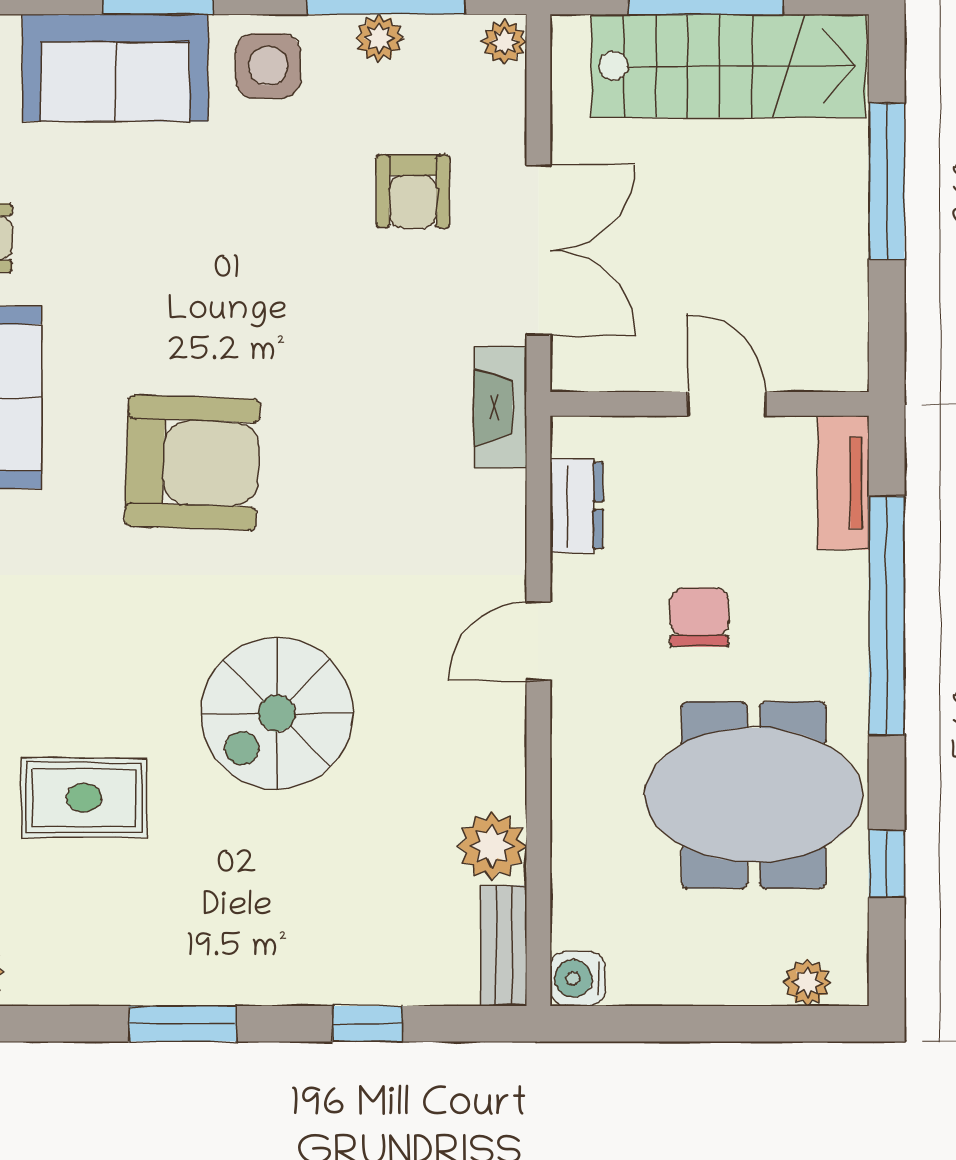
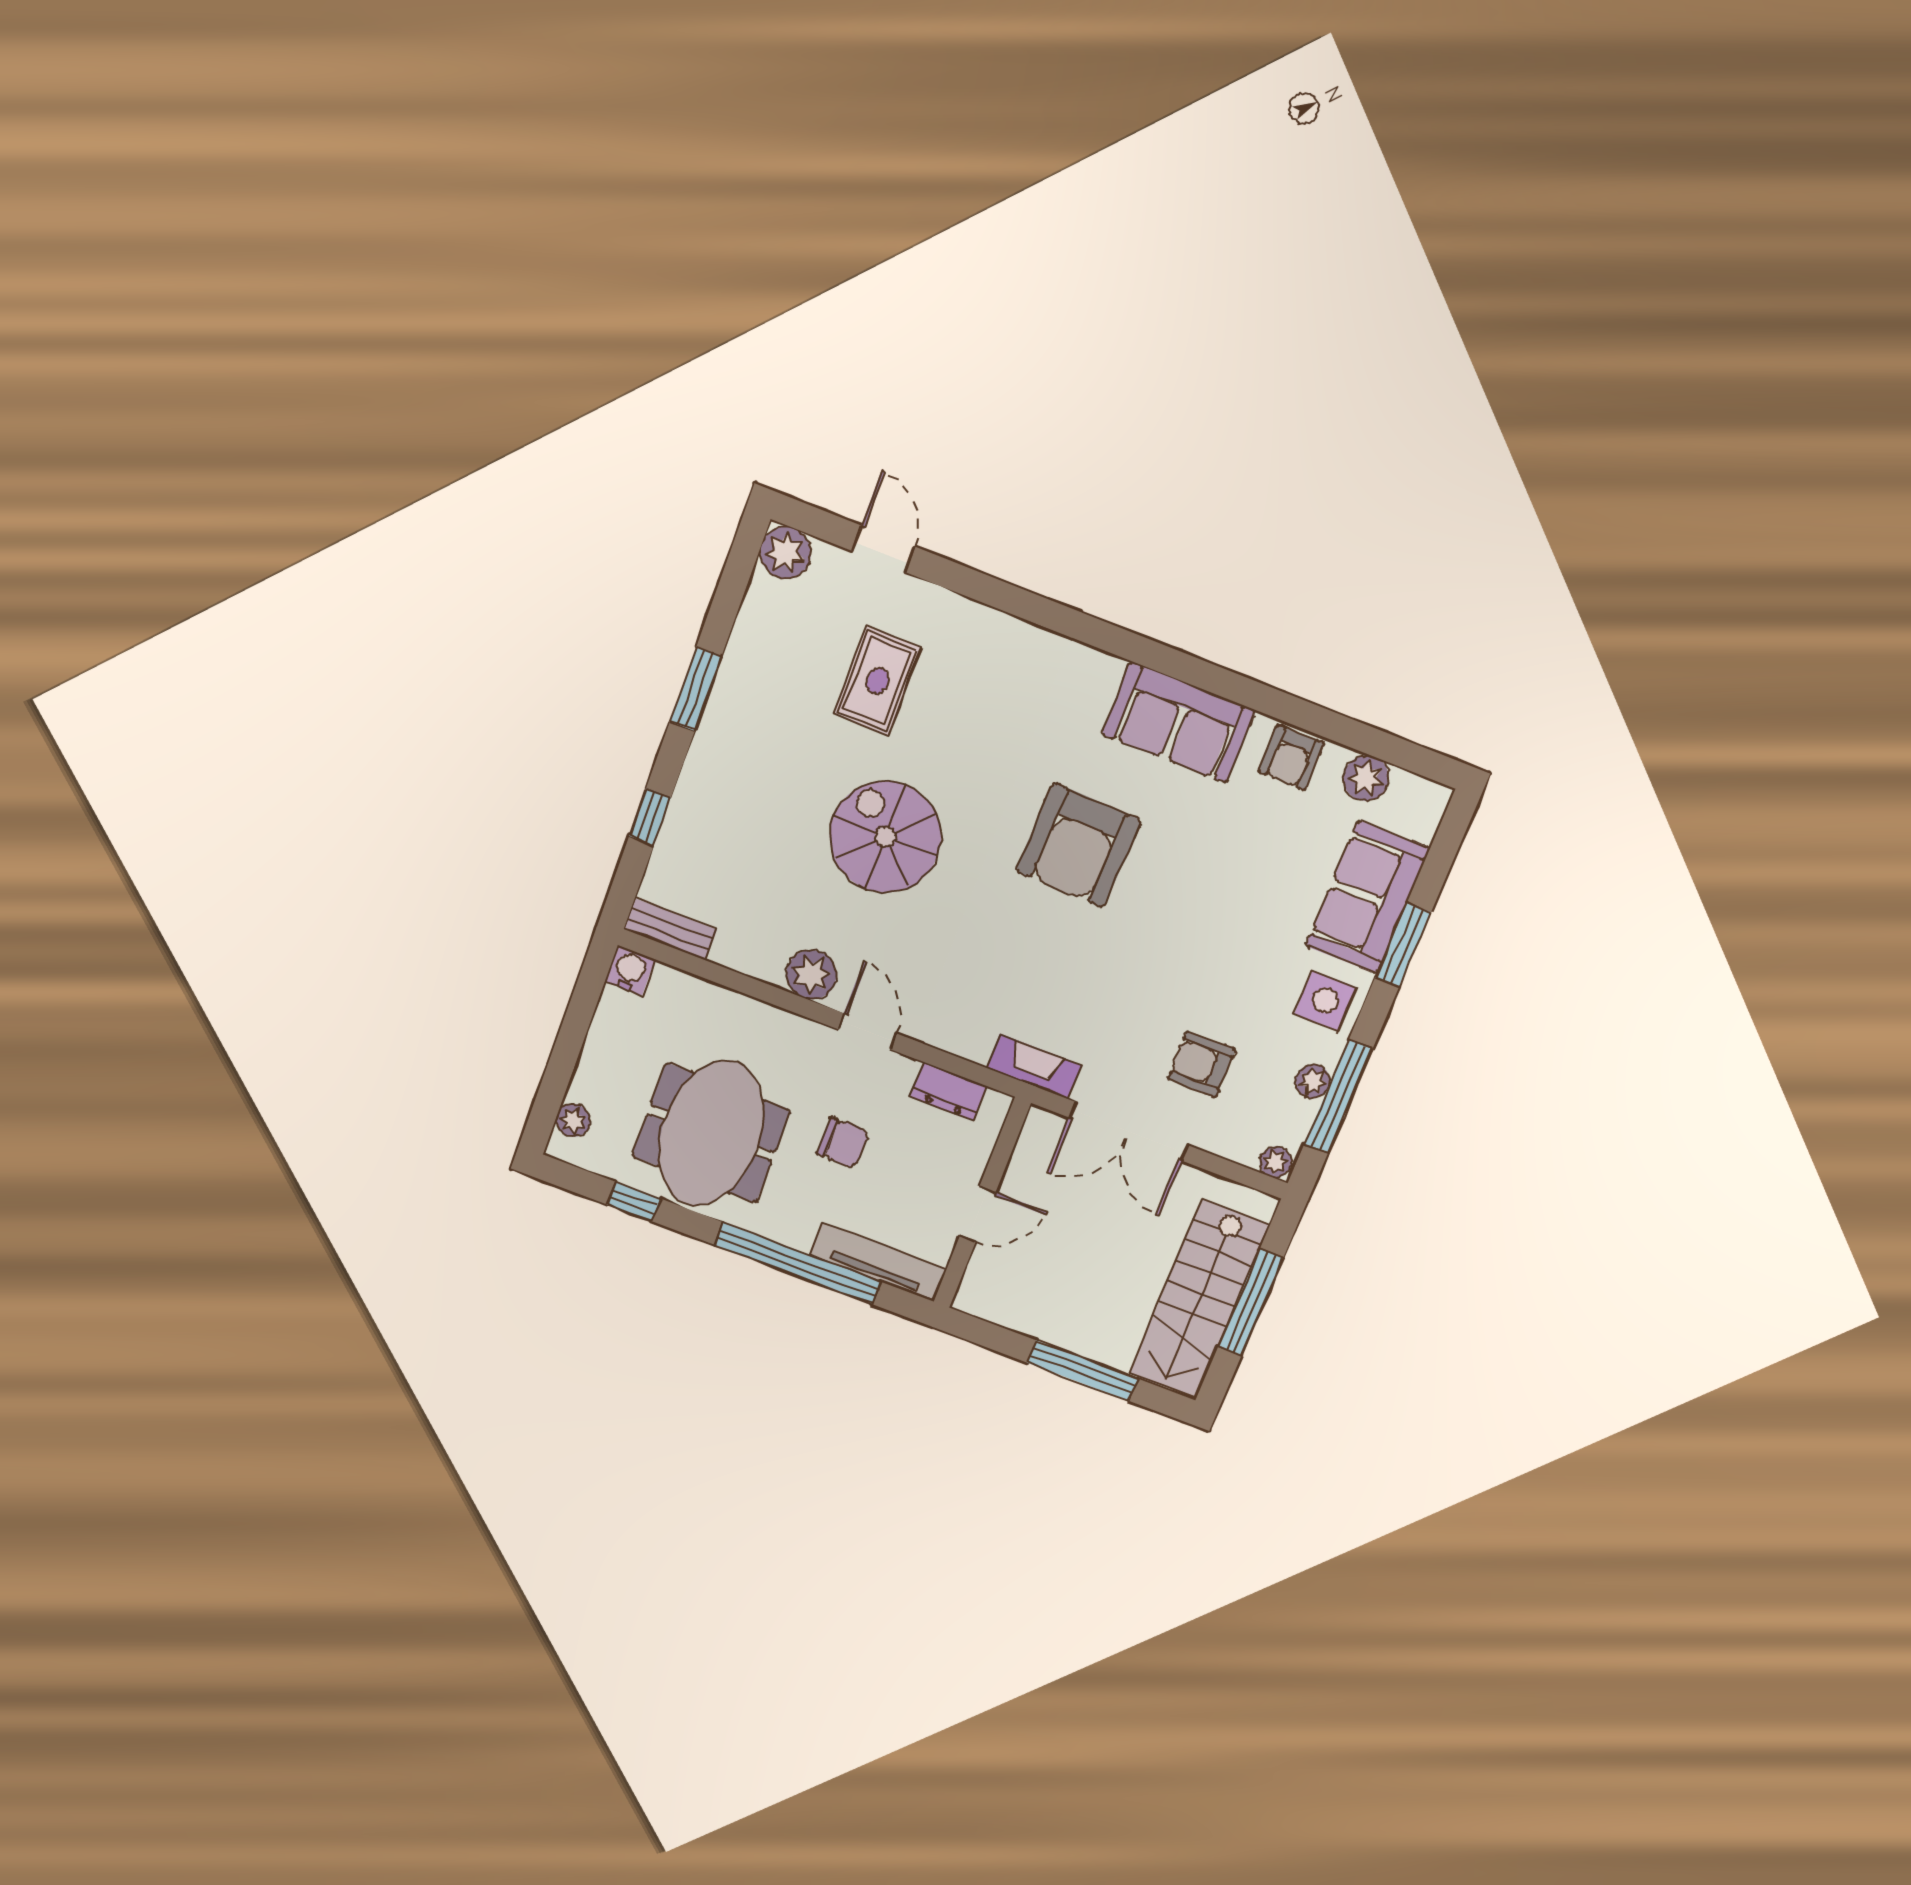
tv unit: (843, 483) -> (878, 1262), width x1.41
plant: (492, 846) -> (811, 975), moved

